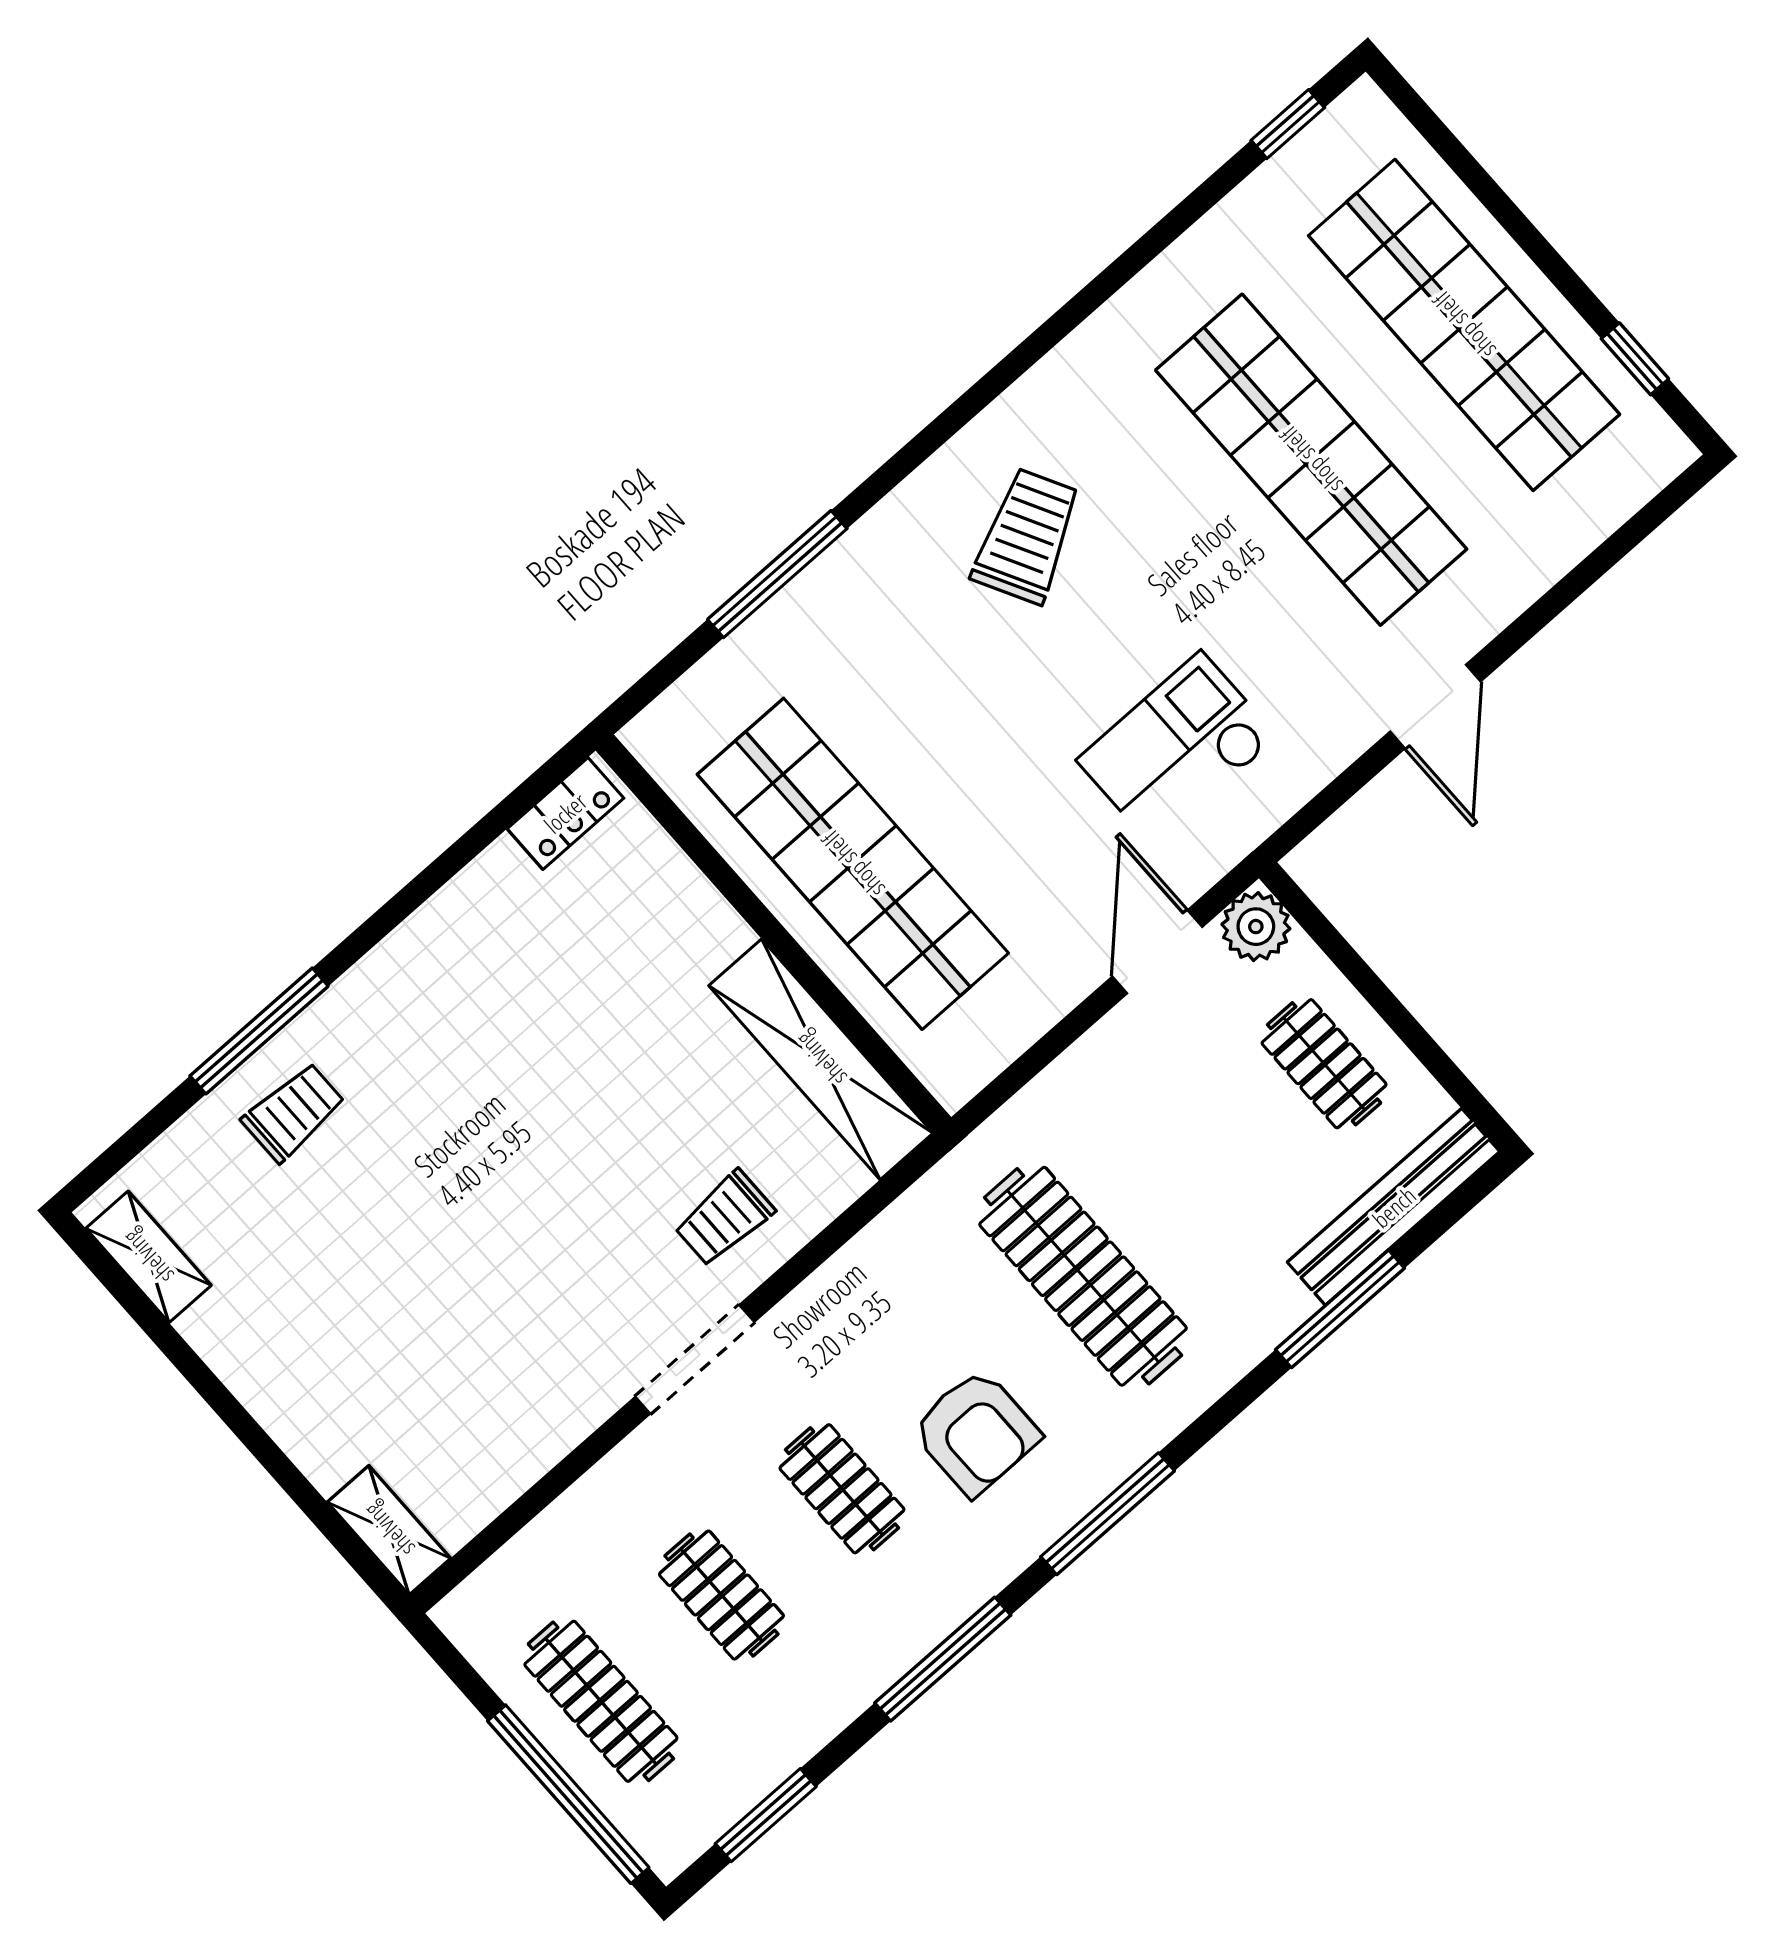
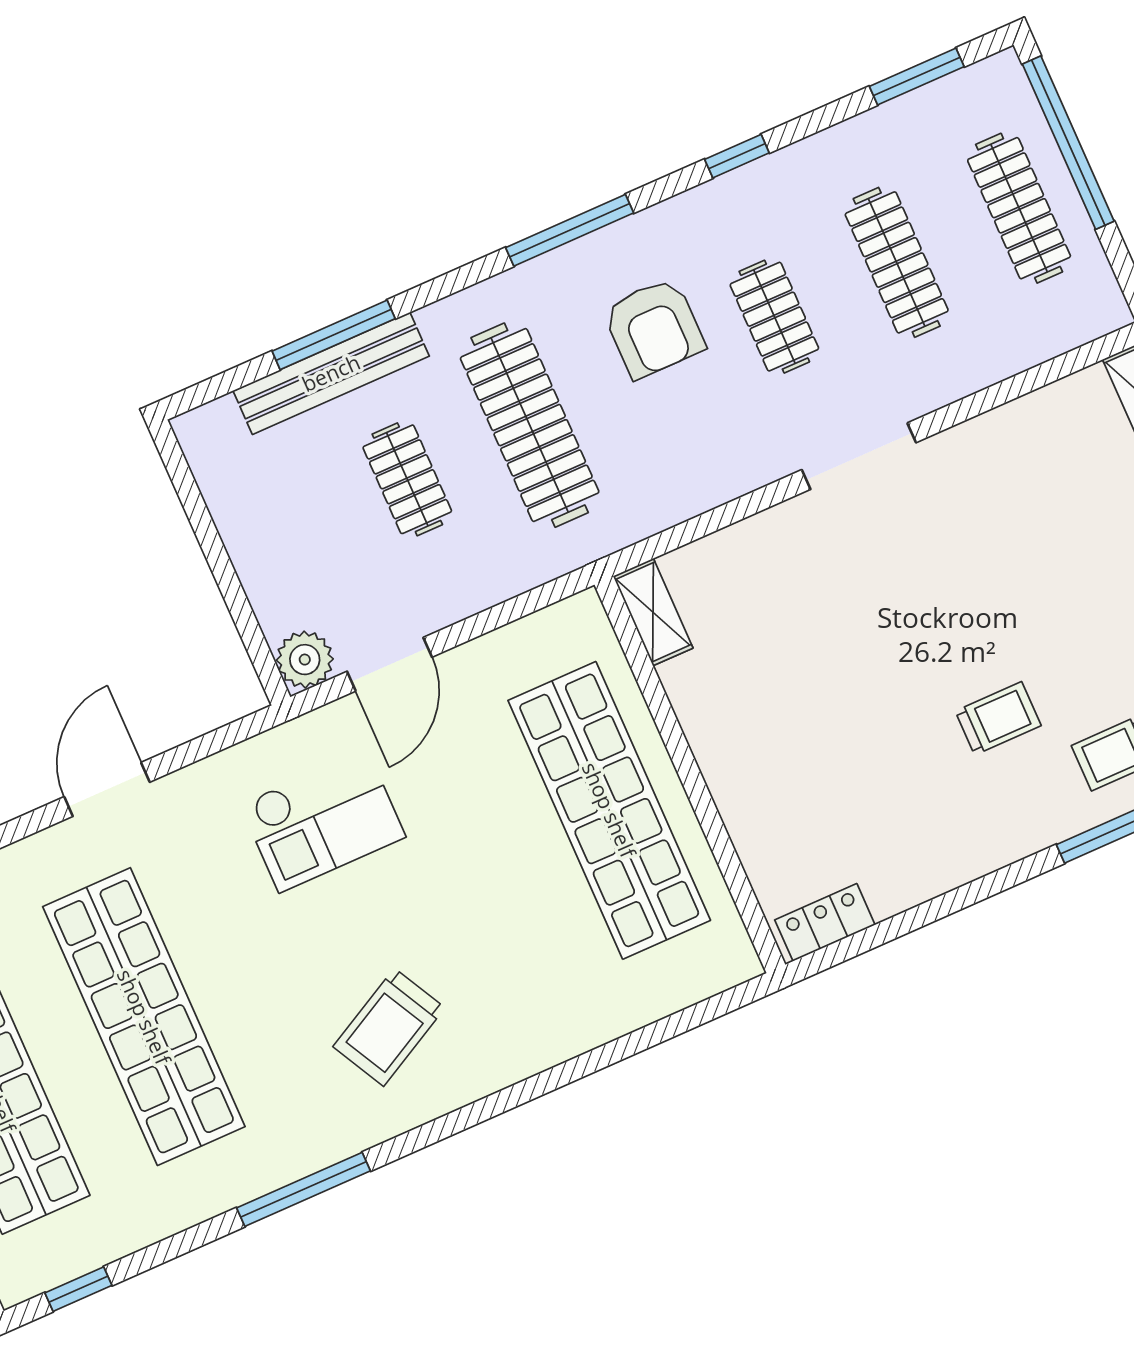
window: (777, 574) -> (304, 1189), moved
shelving: (821, 1059) -> (653, 612), width x0.45, depth x0.75
clothes rail: (1324, 1064) -> (407, 479), moved
bench: (1394, 1207) -> (331, 373), moved
trolley: (724, 1218) -> (998, 718), moved
armchair: (976, 1432) -> (654, 328), turned 180
clothes rail: (721, 1595) -> (897, 262), width x1.36
window: (943, 1659) -> (737, 156), width x0.46

